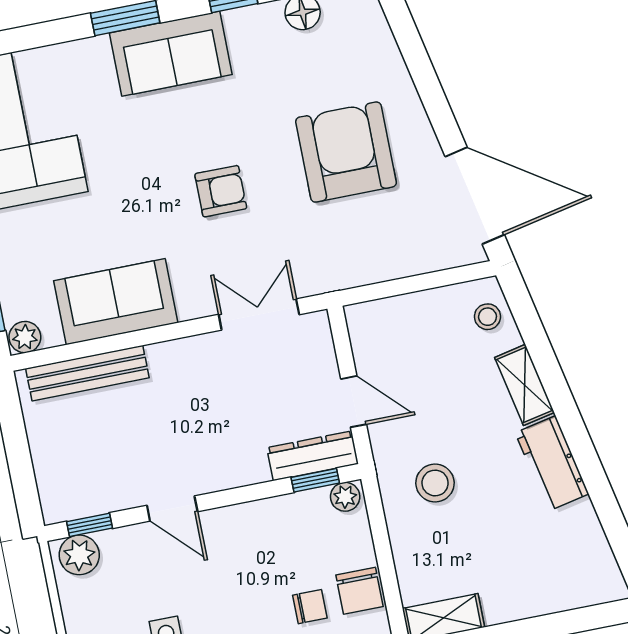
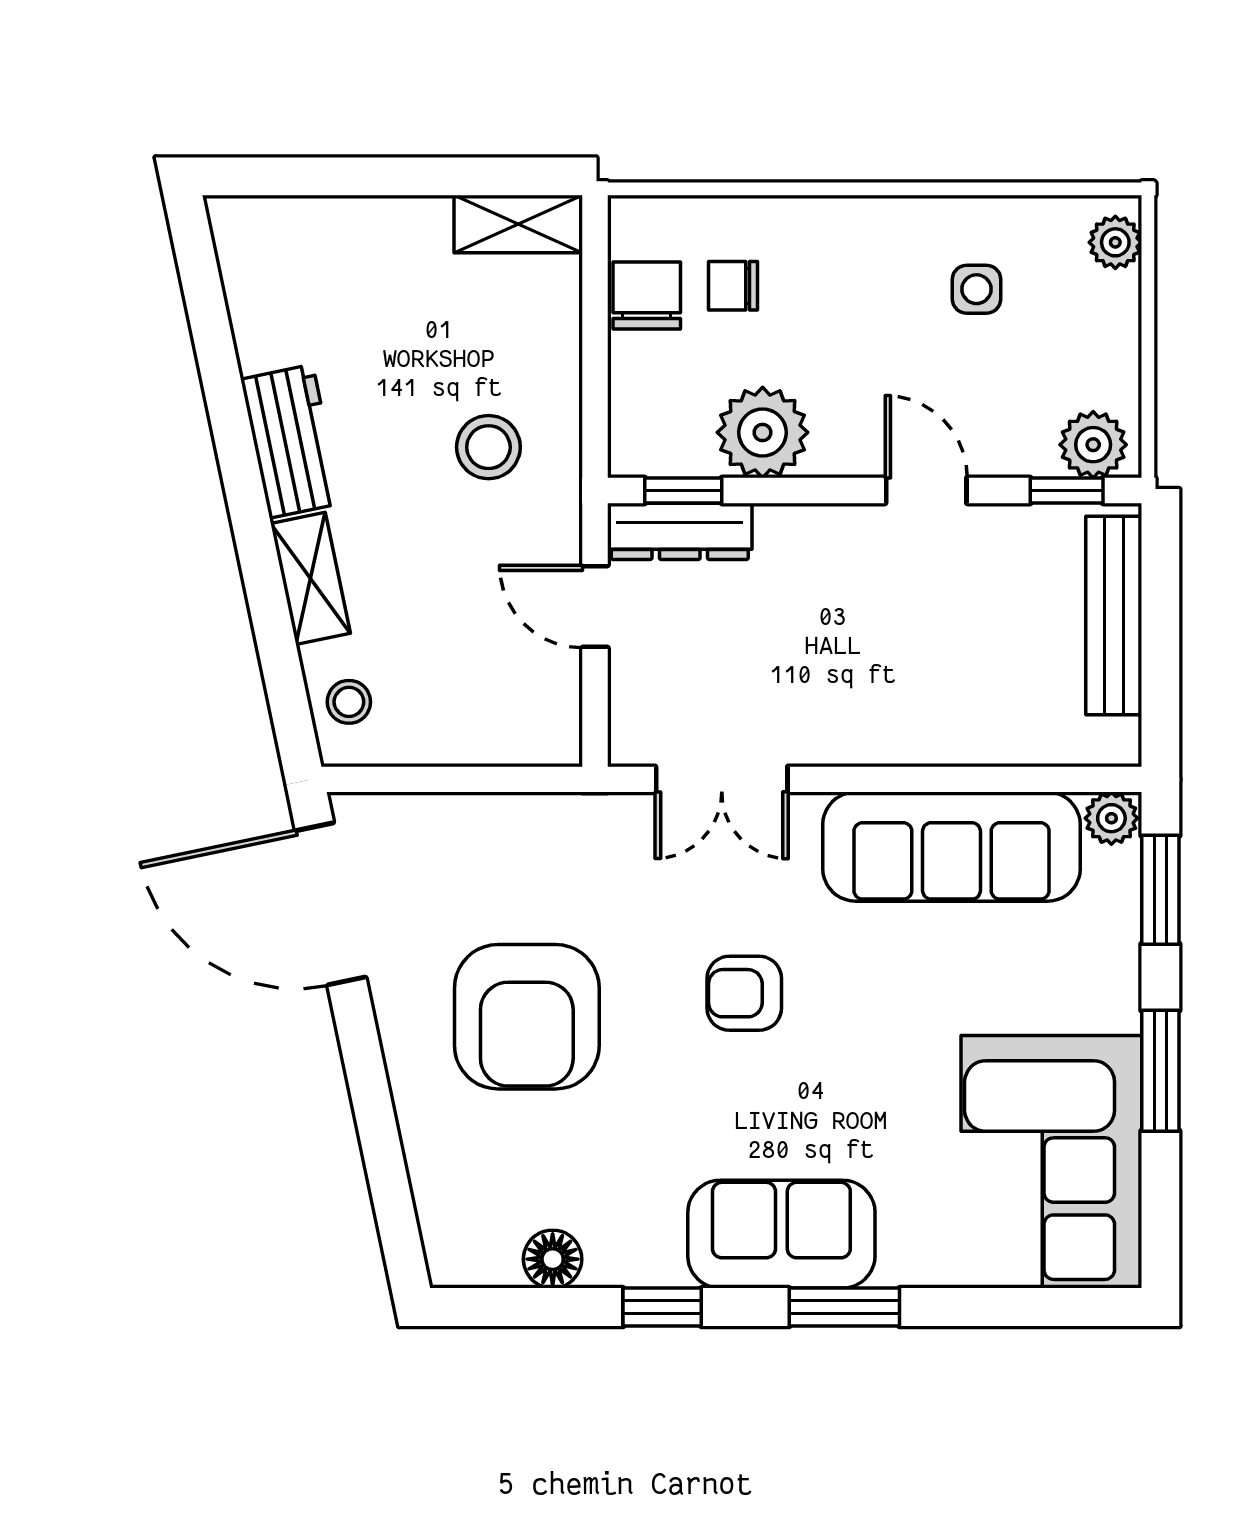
sofa: (116, 302) -> (952, 847), width x1.36
bench: (87, 373) -> (1114, 615), moved, turned 90
plant: (345, 497) -> (763, 432), moved, width x1.87, depth x1.87

